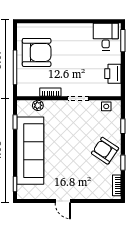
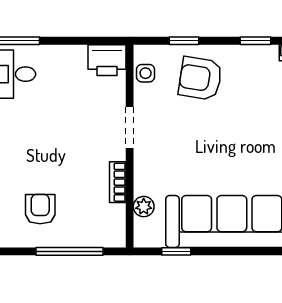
armchair: (37, 52) -> (40, 209), width x0.53, depth x0.53
printer: (113, 74) -> (107, 60), moved
armchair: (105, 151) -> (200, 78), moved, turned 65

